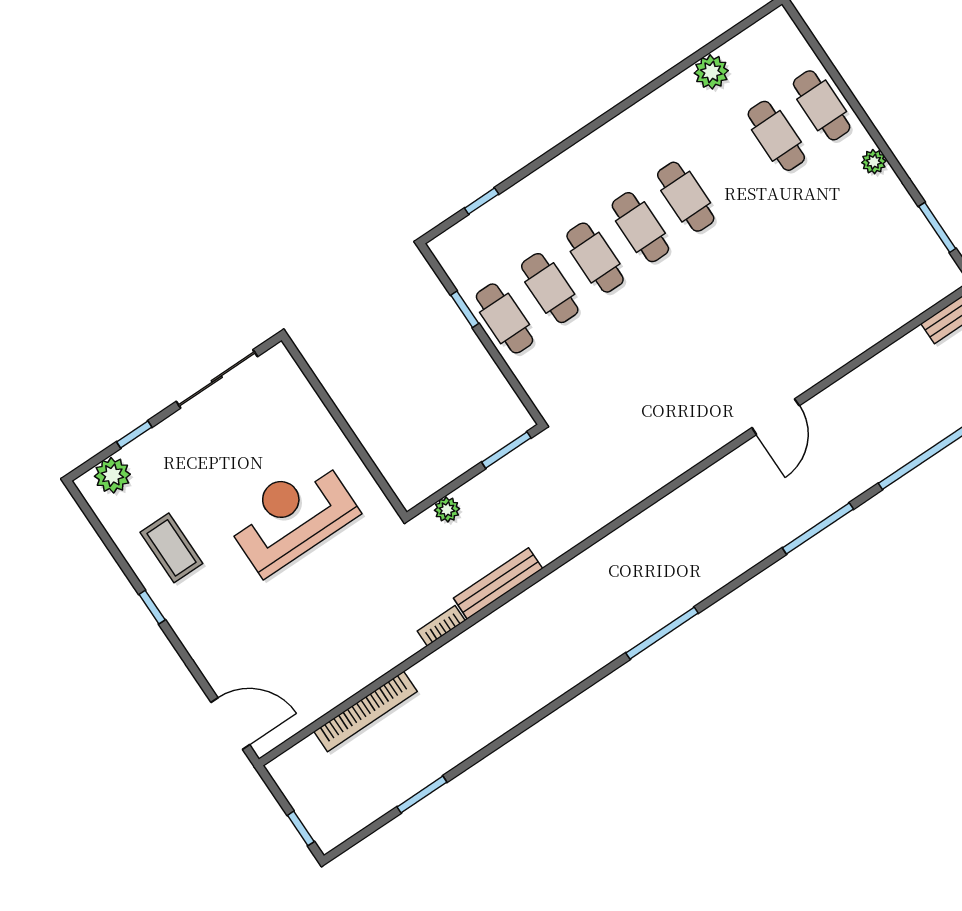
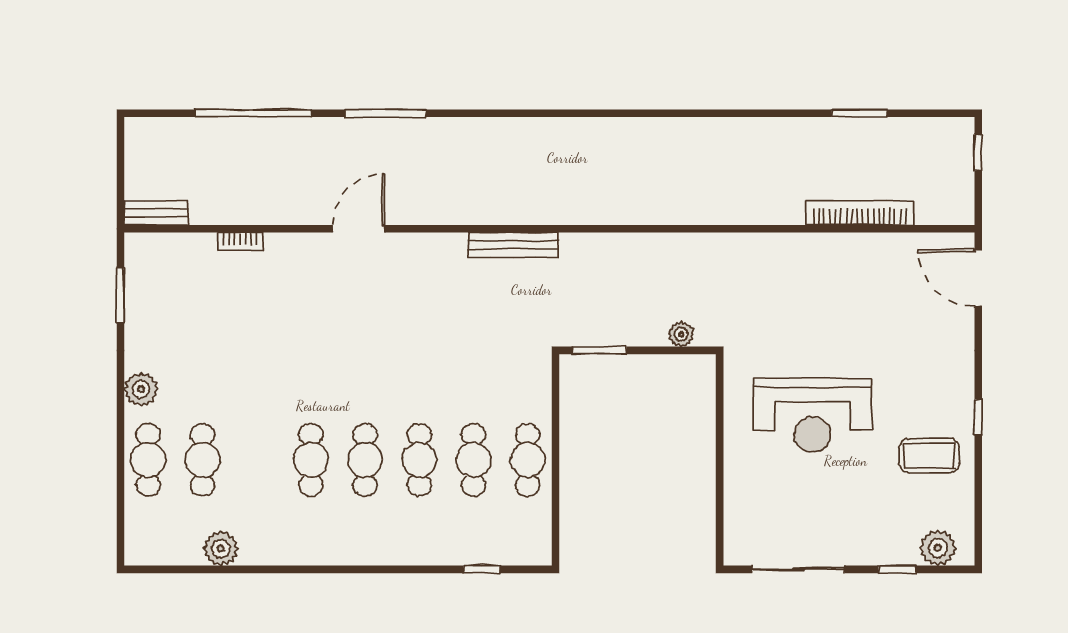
plant: (874, 162) -> (141, 389), width x1.38, depth x1.38
window: (465, 309) -> (555, 489), removed
coffee table: (171, 548) -> (929, 455), turned 90
bench: (498, 583) -> (513, 245), moved
bookcase: (441, 626) -> (240, 242), moved
window: (662, 633) -> (572, 113), removed

